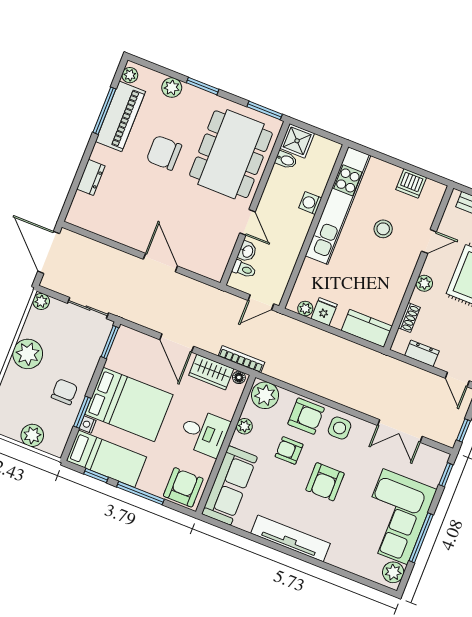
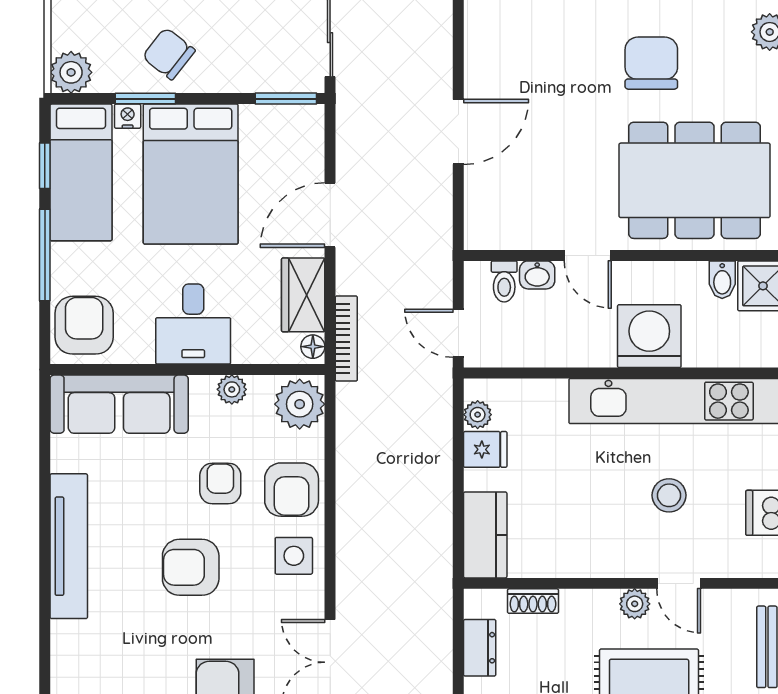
washing machine: (310, 203) -> (649, 336), width x1.89, depth x1.89
door: (247, 222) -> (588, 255), hinge flipped
plant: (424, 283) -> (635, 604), moved
chair: (64, 392) -> (169, 54), turned -142
plant: (32, 435) -> (71, 72), moved
armchair: (183, 487) -> (84, 325), turned -90

